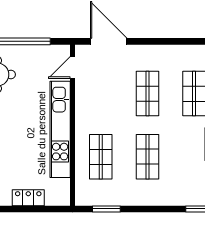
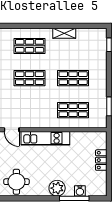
kitchen unit: (60, 129) -> (45, 138), width x0.73

